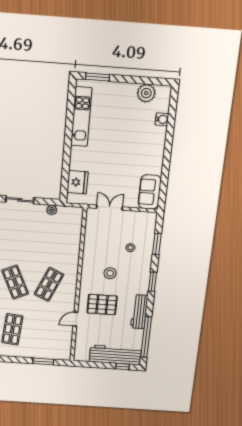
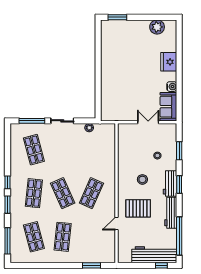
kitchen unit: (81, 117) -> (107, 49), removed
water cooler: (162, 119) -> (172, 87), moved
fridge: (77, 182) -> (169, 62), moved, turned 180
double door: (109, 208) -> (148, 122), moved
workbench: (142, 280) -> (170, 183), added

